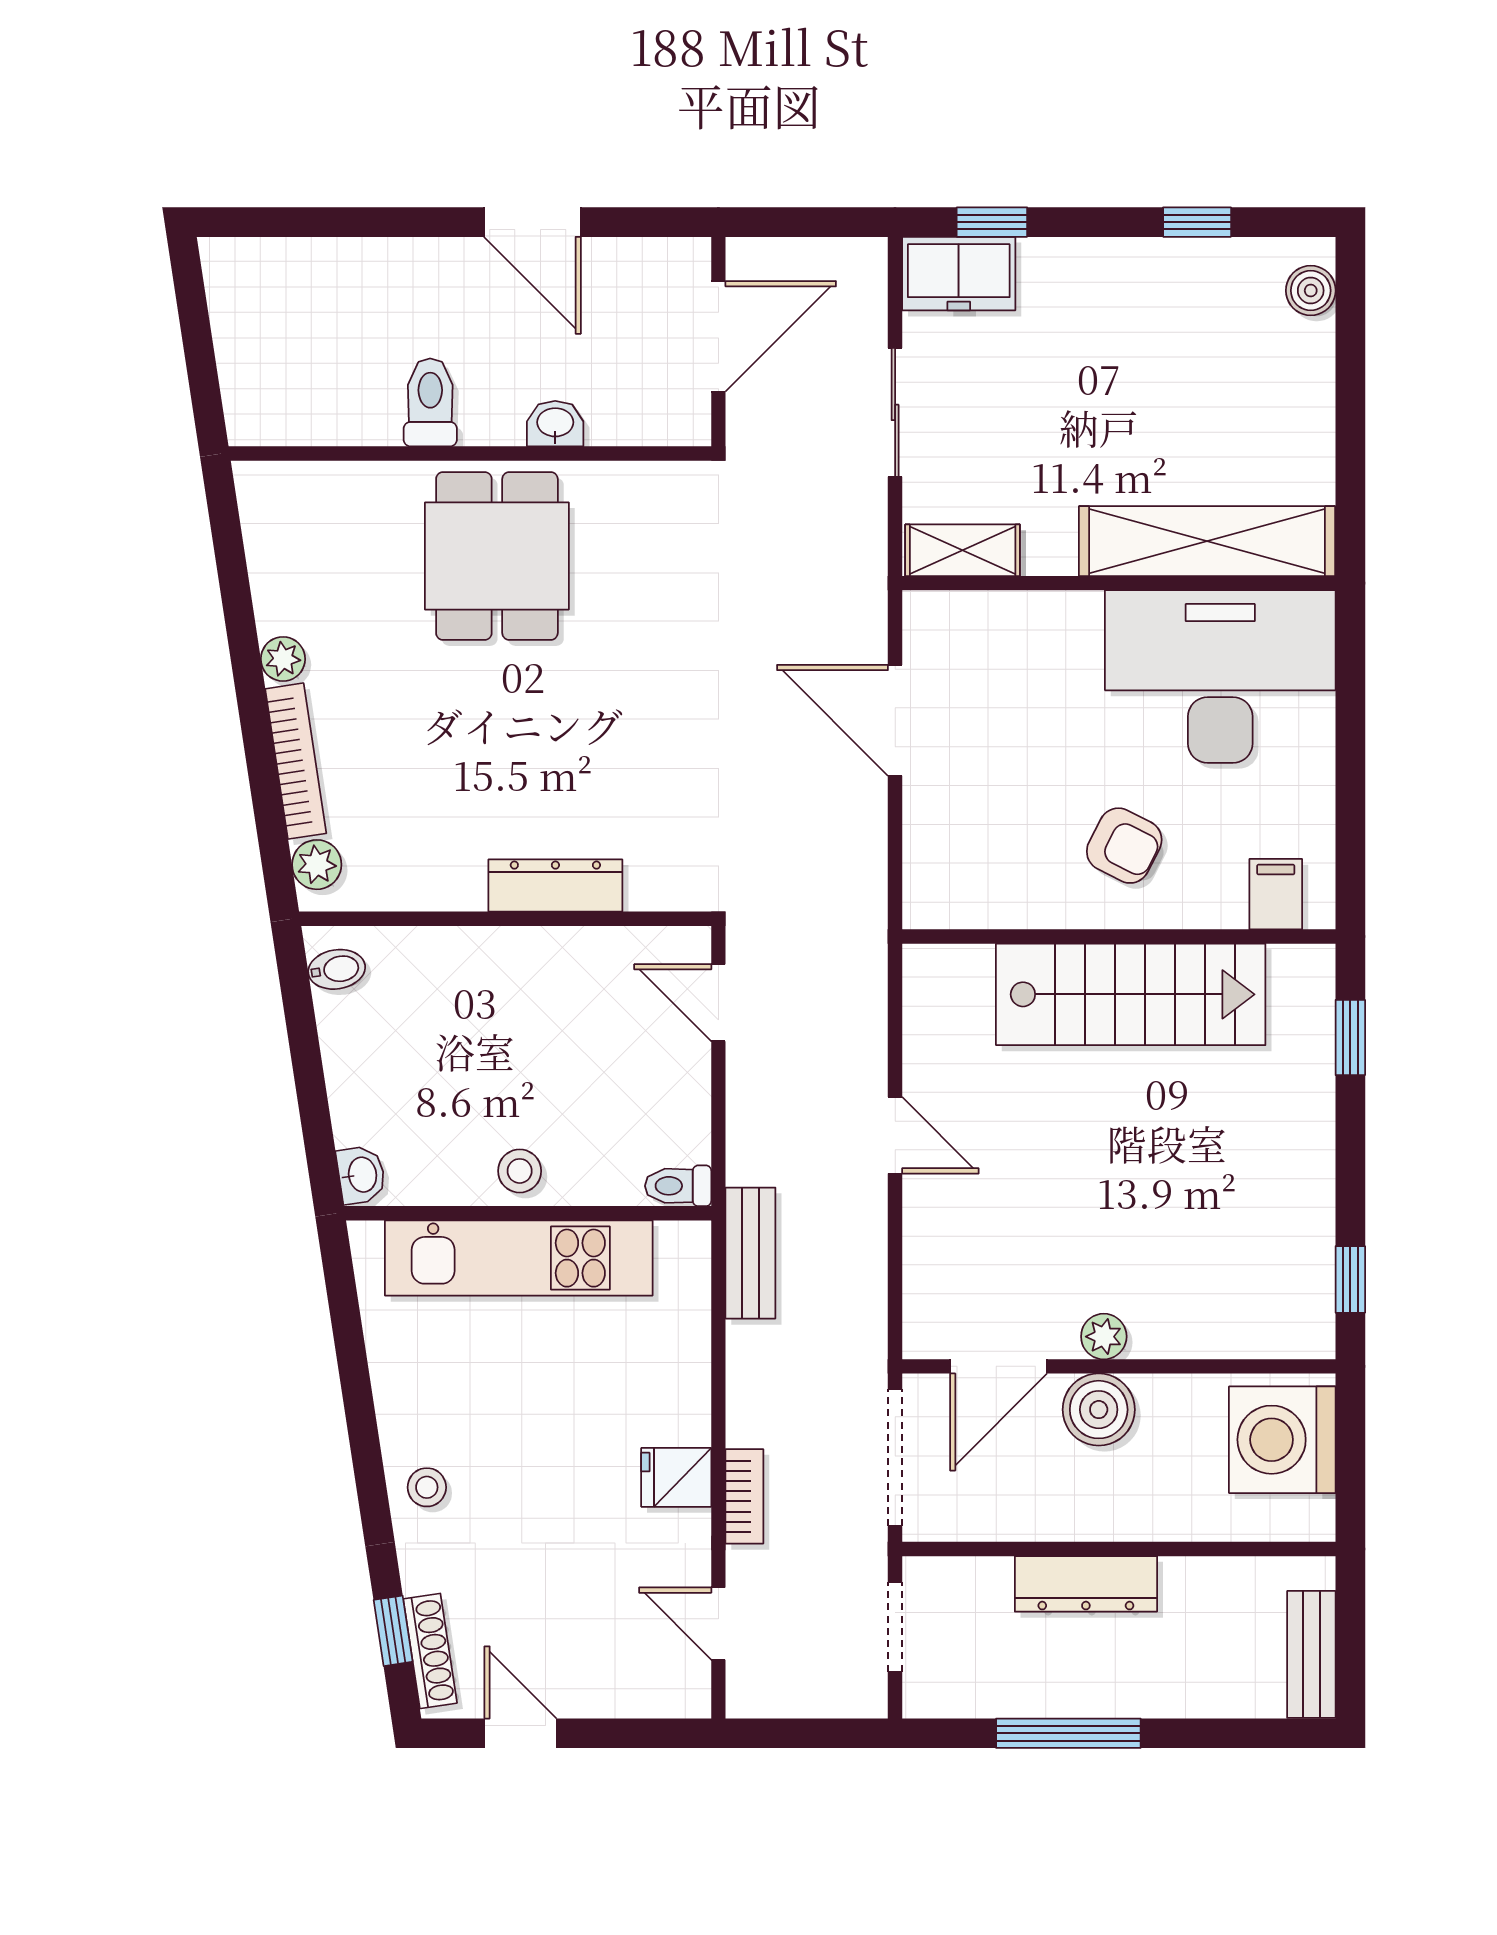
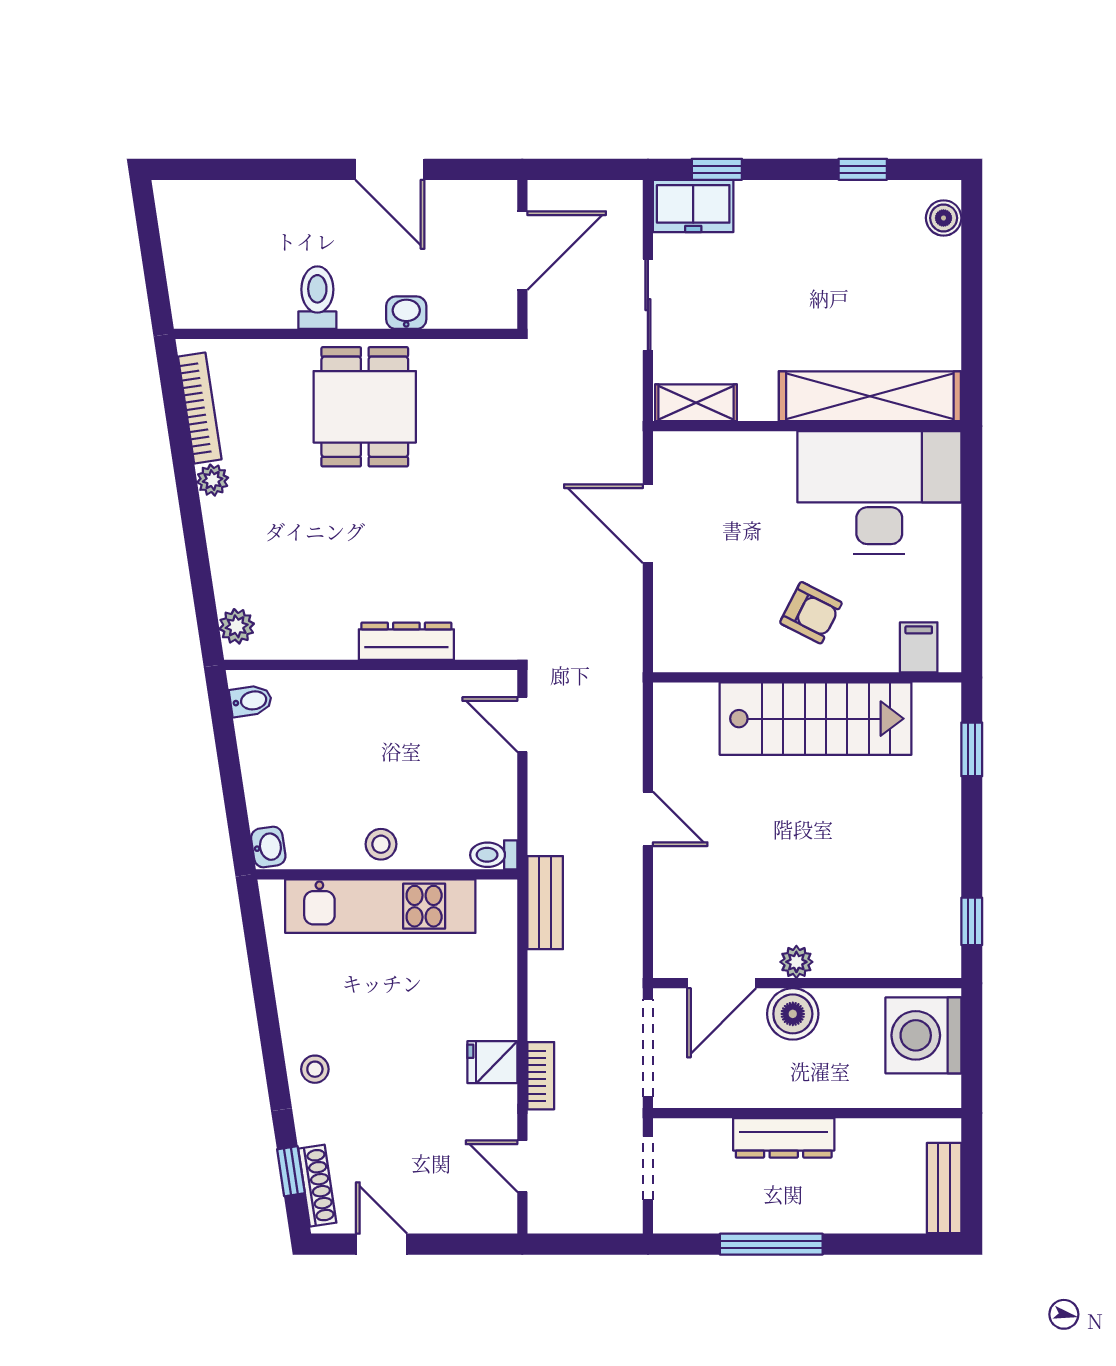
bookcase: (296, 761) -> (200, 408), moved

